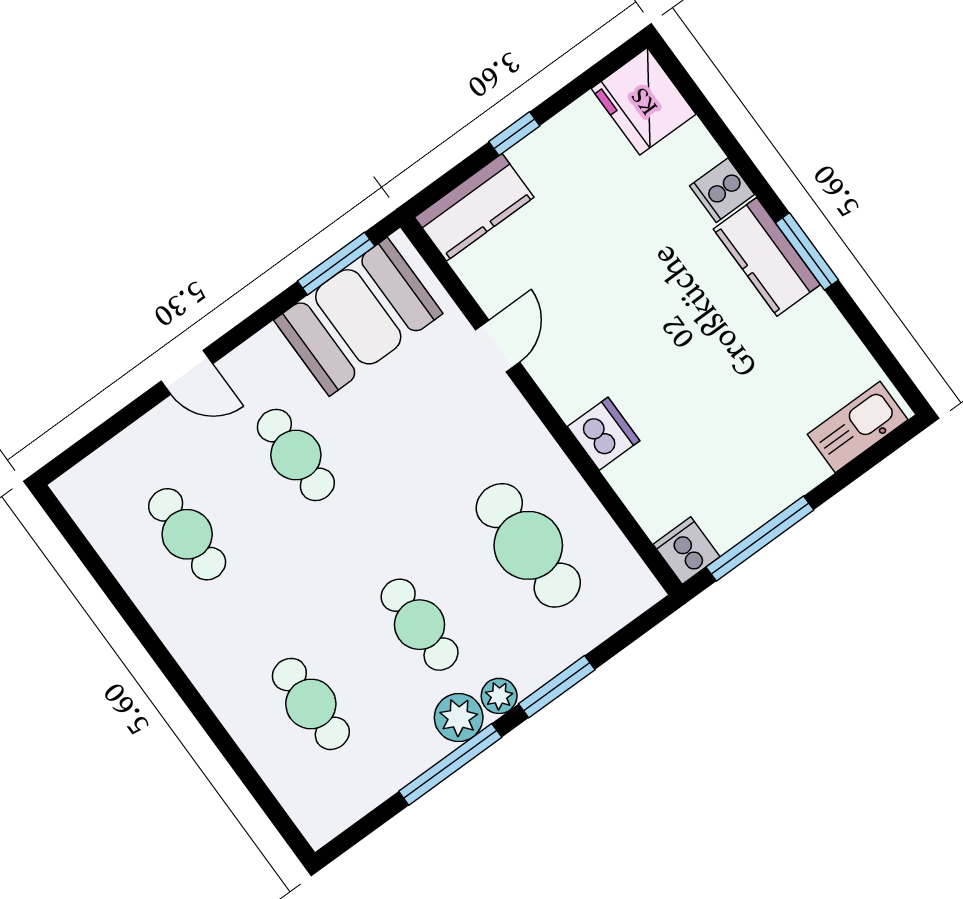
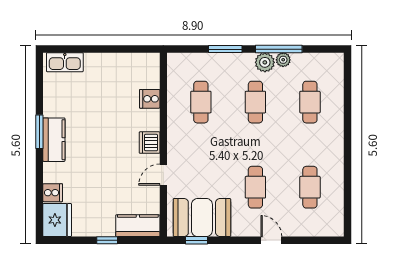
cooker: (722, 190) -> (53, 193), moved
window: (336, 264) -> (197, 240), width x0.67
dishwasher: (604, 434) -> (150, 143), moved
window: (760, 538) -> (123, 49), removed
cafe table: (528, 545) -> (201, 102), width x0.73, depth x0.74
cooker: (687, 550) -> (150, 99), moved, turned 90
plant: (499, 696) -> (283, 60), moved

